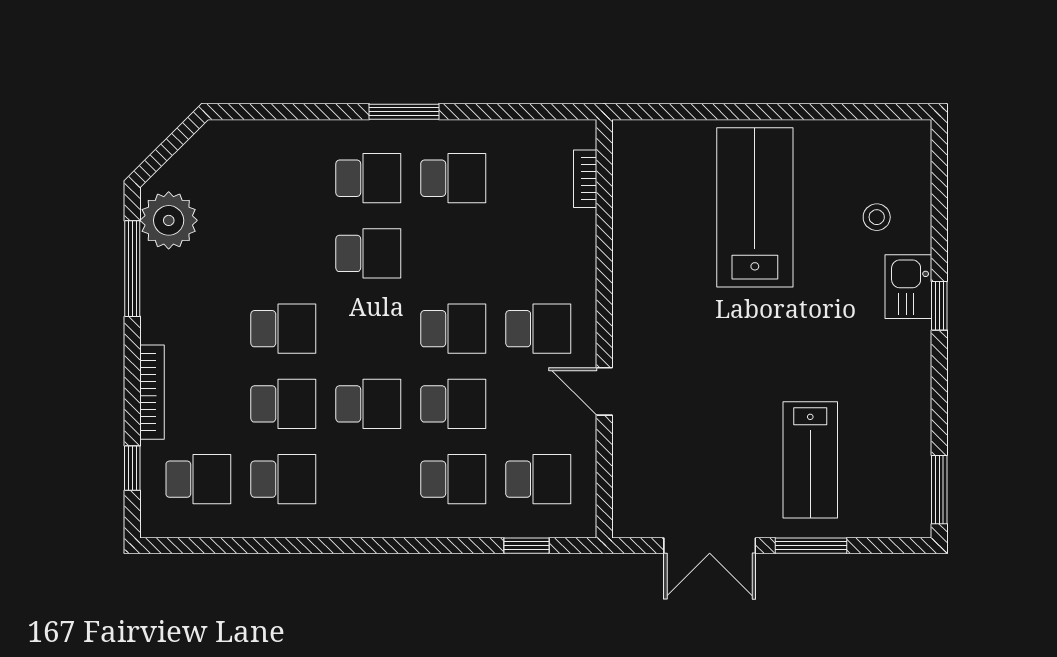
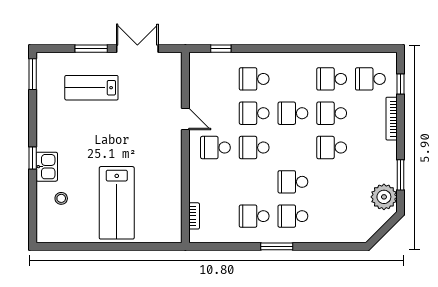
window: (132, 269) -> (401, 175), width x0.69
lab bench: (810, 460) -> (91, 88), turned -90
school desk: (538, 479) -> (215, 79), removed

